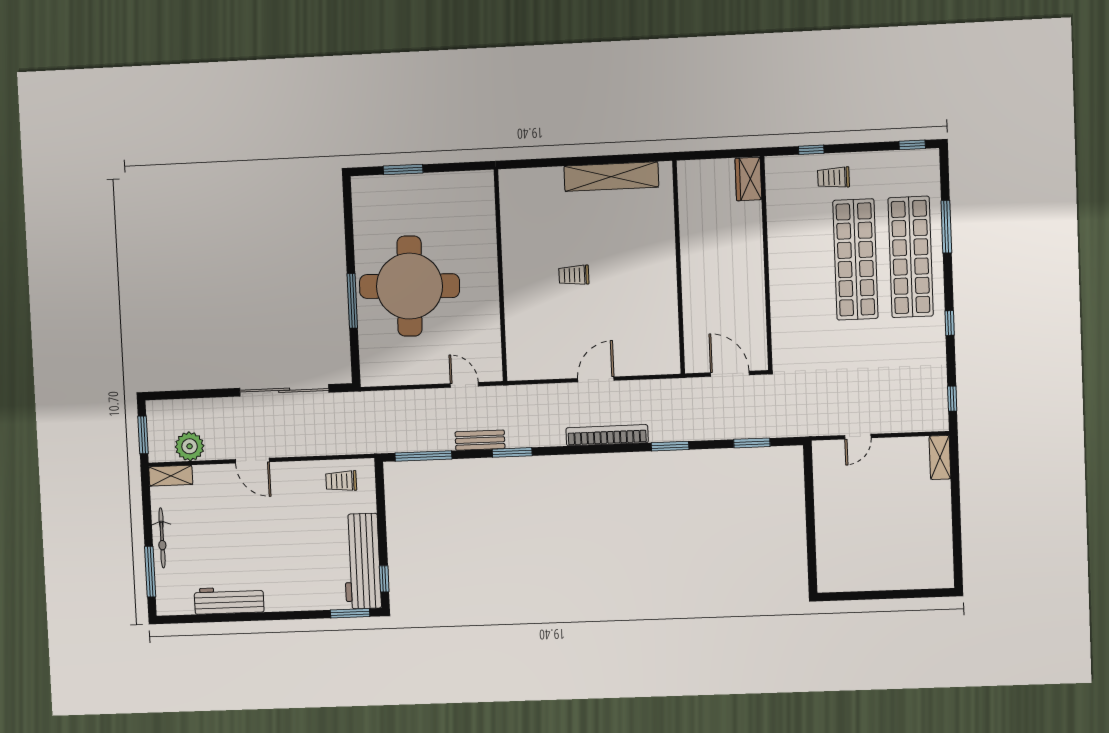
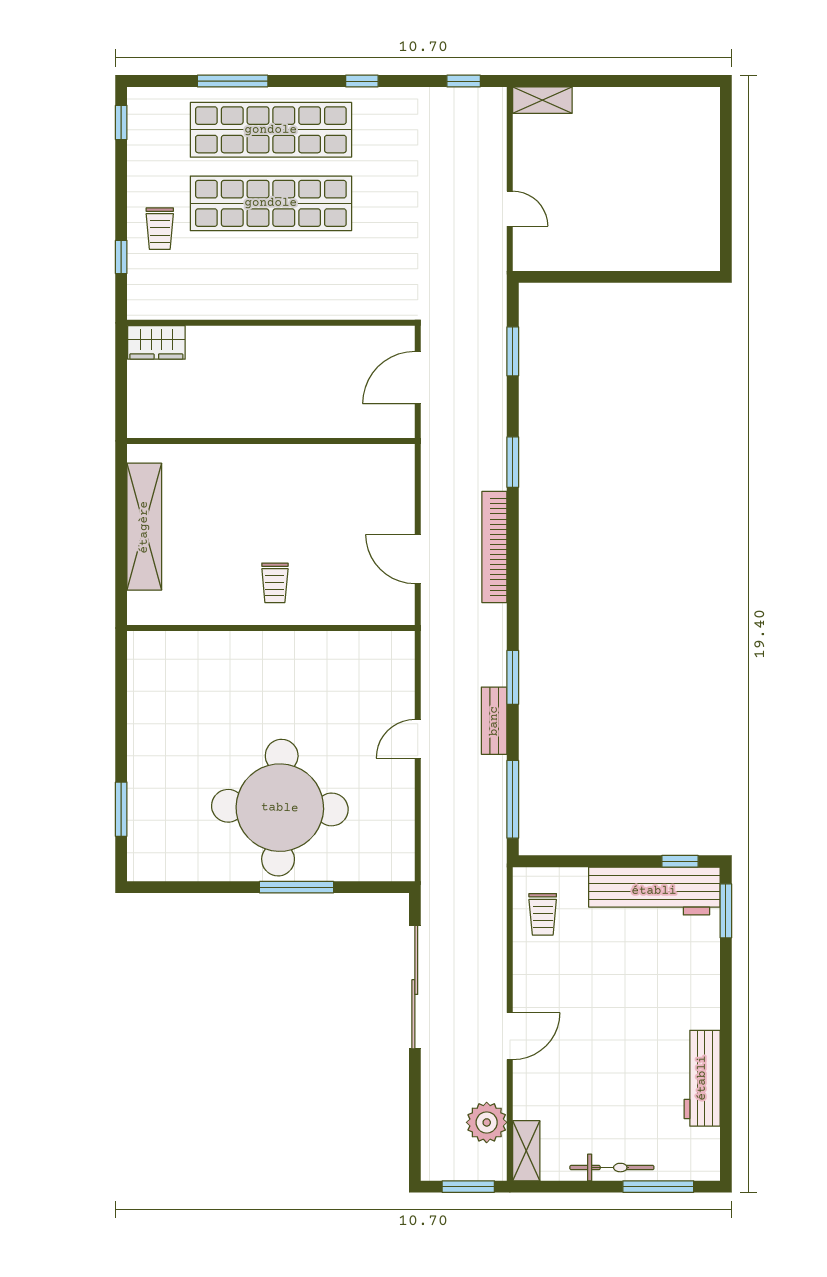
wall: (500, 275) -> (271, 628), moved

